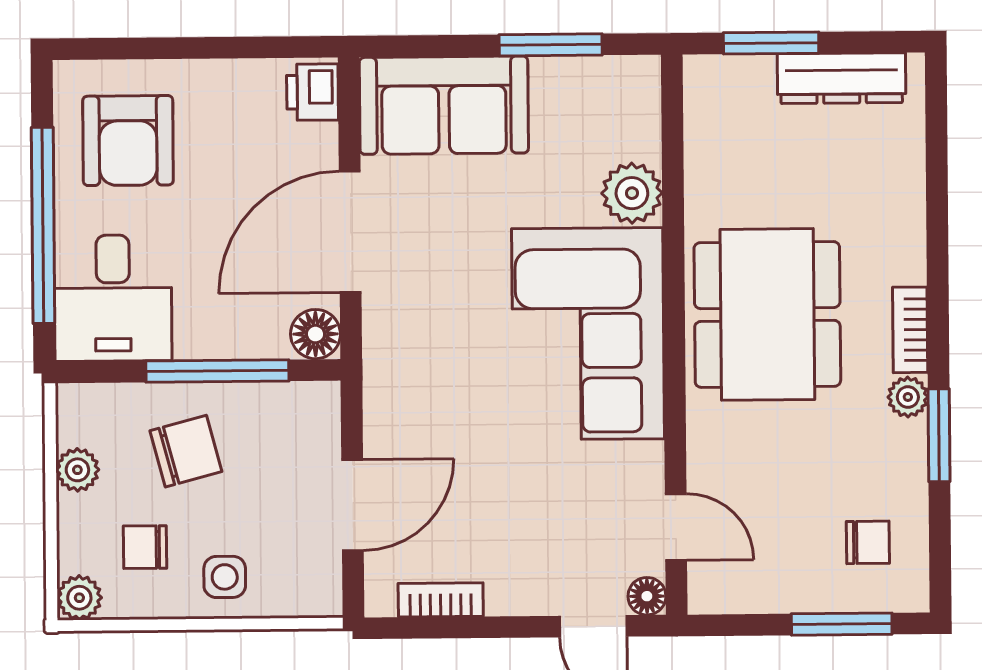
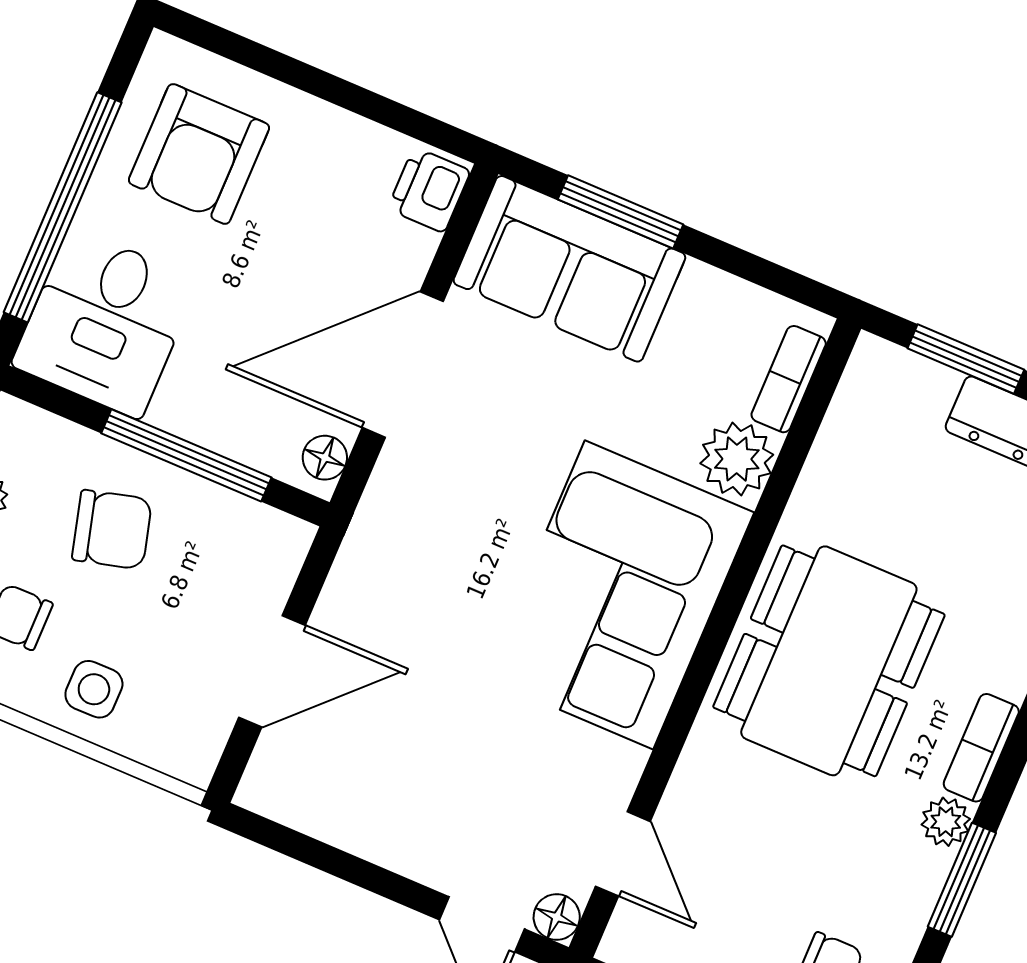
window: (551, 45) -> (621, 212), moved
floor lamp: (315, 334) -> (325, 458), width x0.73, depth x0.73
bookcase: (441, 600) -> (789, 379), moved, turned -90

